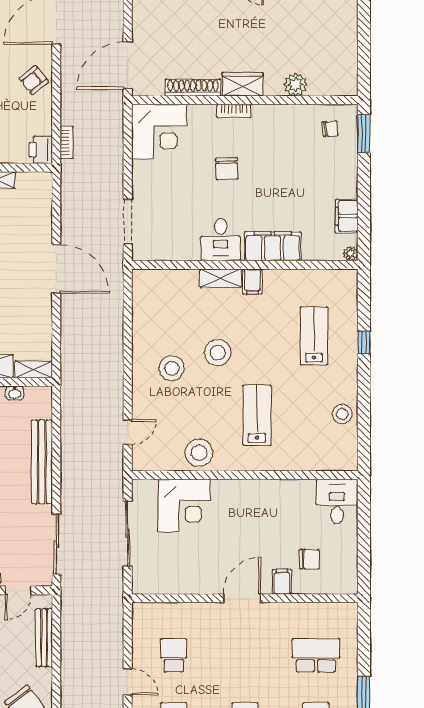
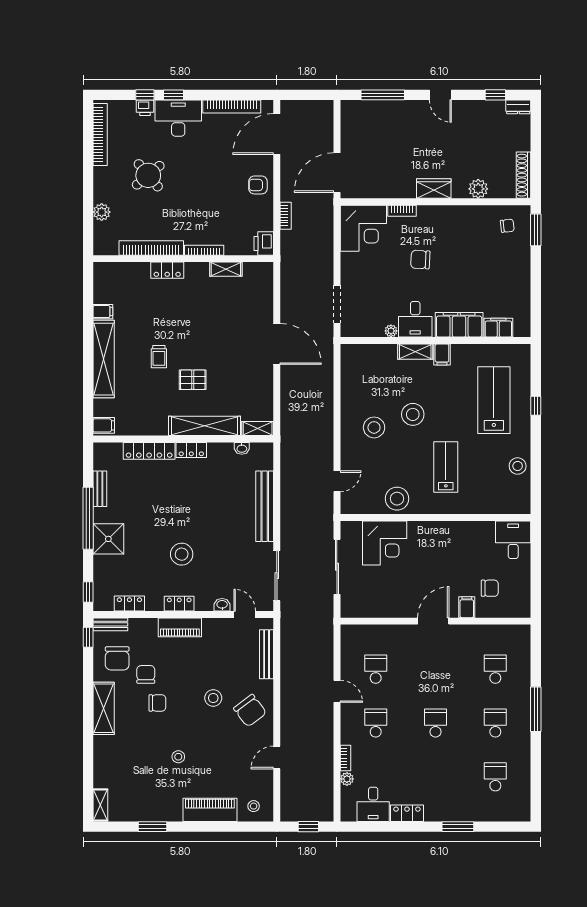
armchair: (34, 80) -> (258, 185), turned 39
shoe rack: (193, 88) -> (524, 175), moved, turned -90
bookcase: (234, 111) -> (402, 211), moved
bookcase: (67, 142) -> (286, 216), moved
chair: (227, 169) -> (420, 260), turned 95
filing cabinet: (347, 216) -> (498, 328), moved, turned 90
plant: (350, 253) -> (391, 331), moved
lab bench: (314, 336) -> (494, 400), width x1.36, depth x1.39
door: (18, 590) -> (245, 614), swing flipped
school desk: (316, 655) -> (495, 669), width x0.54

